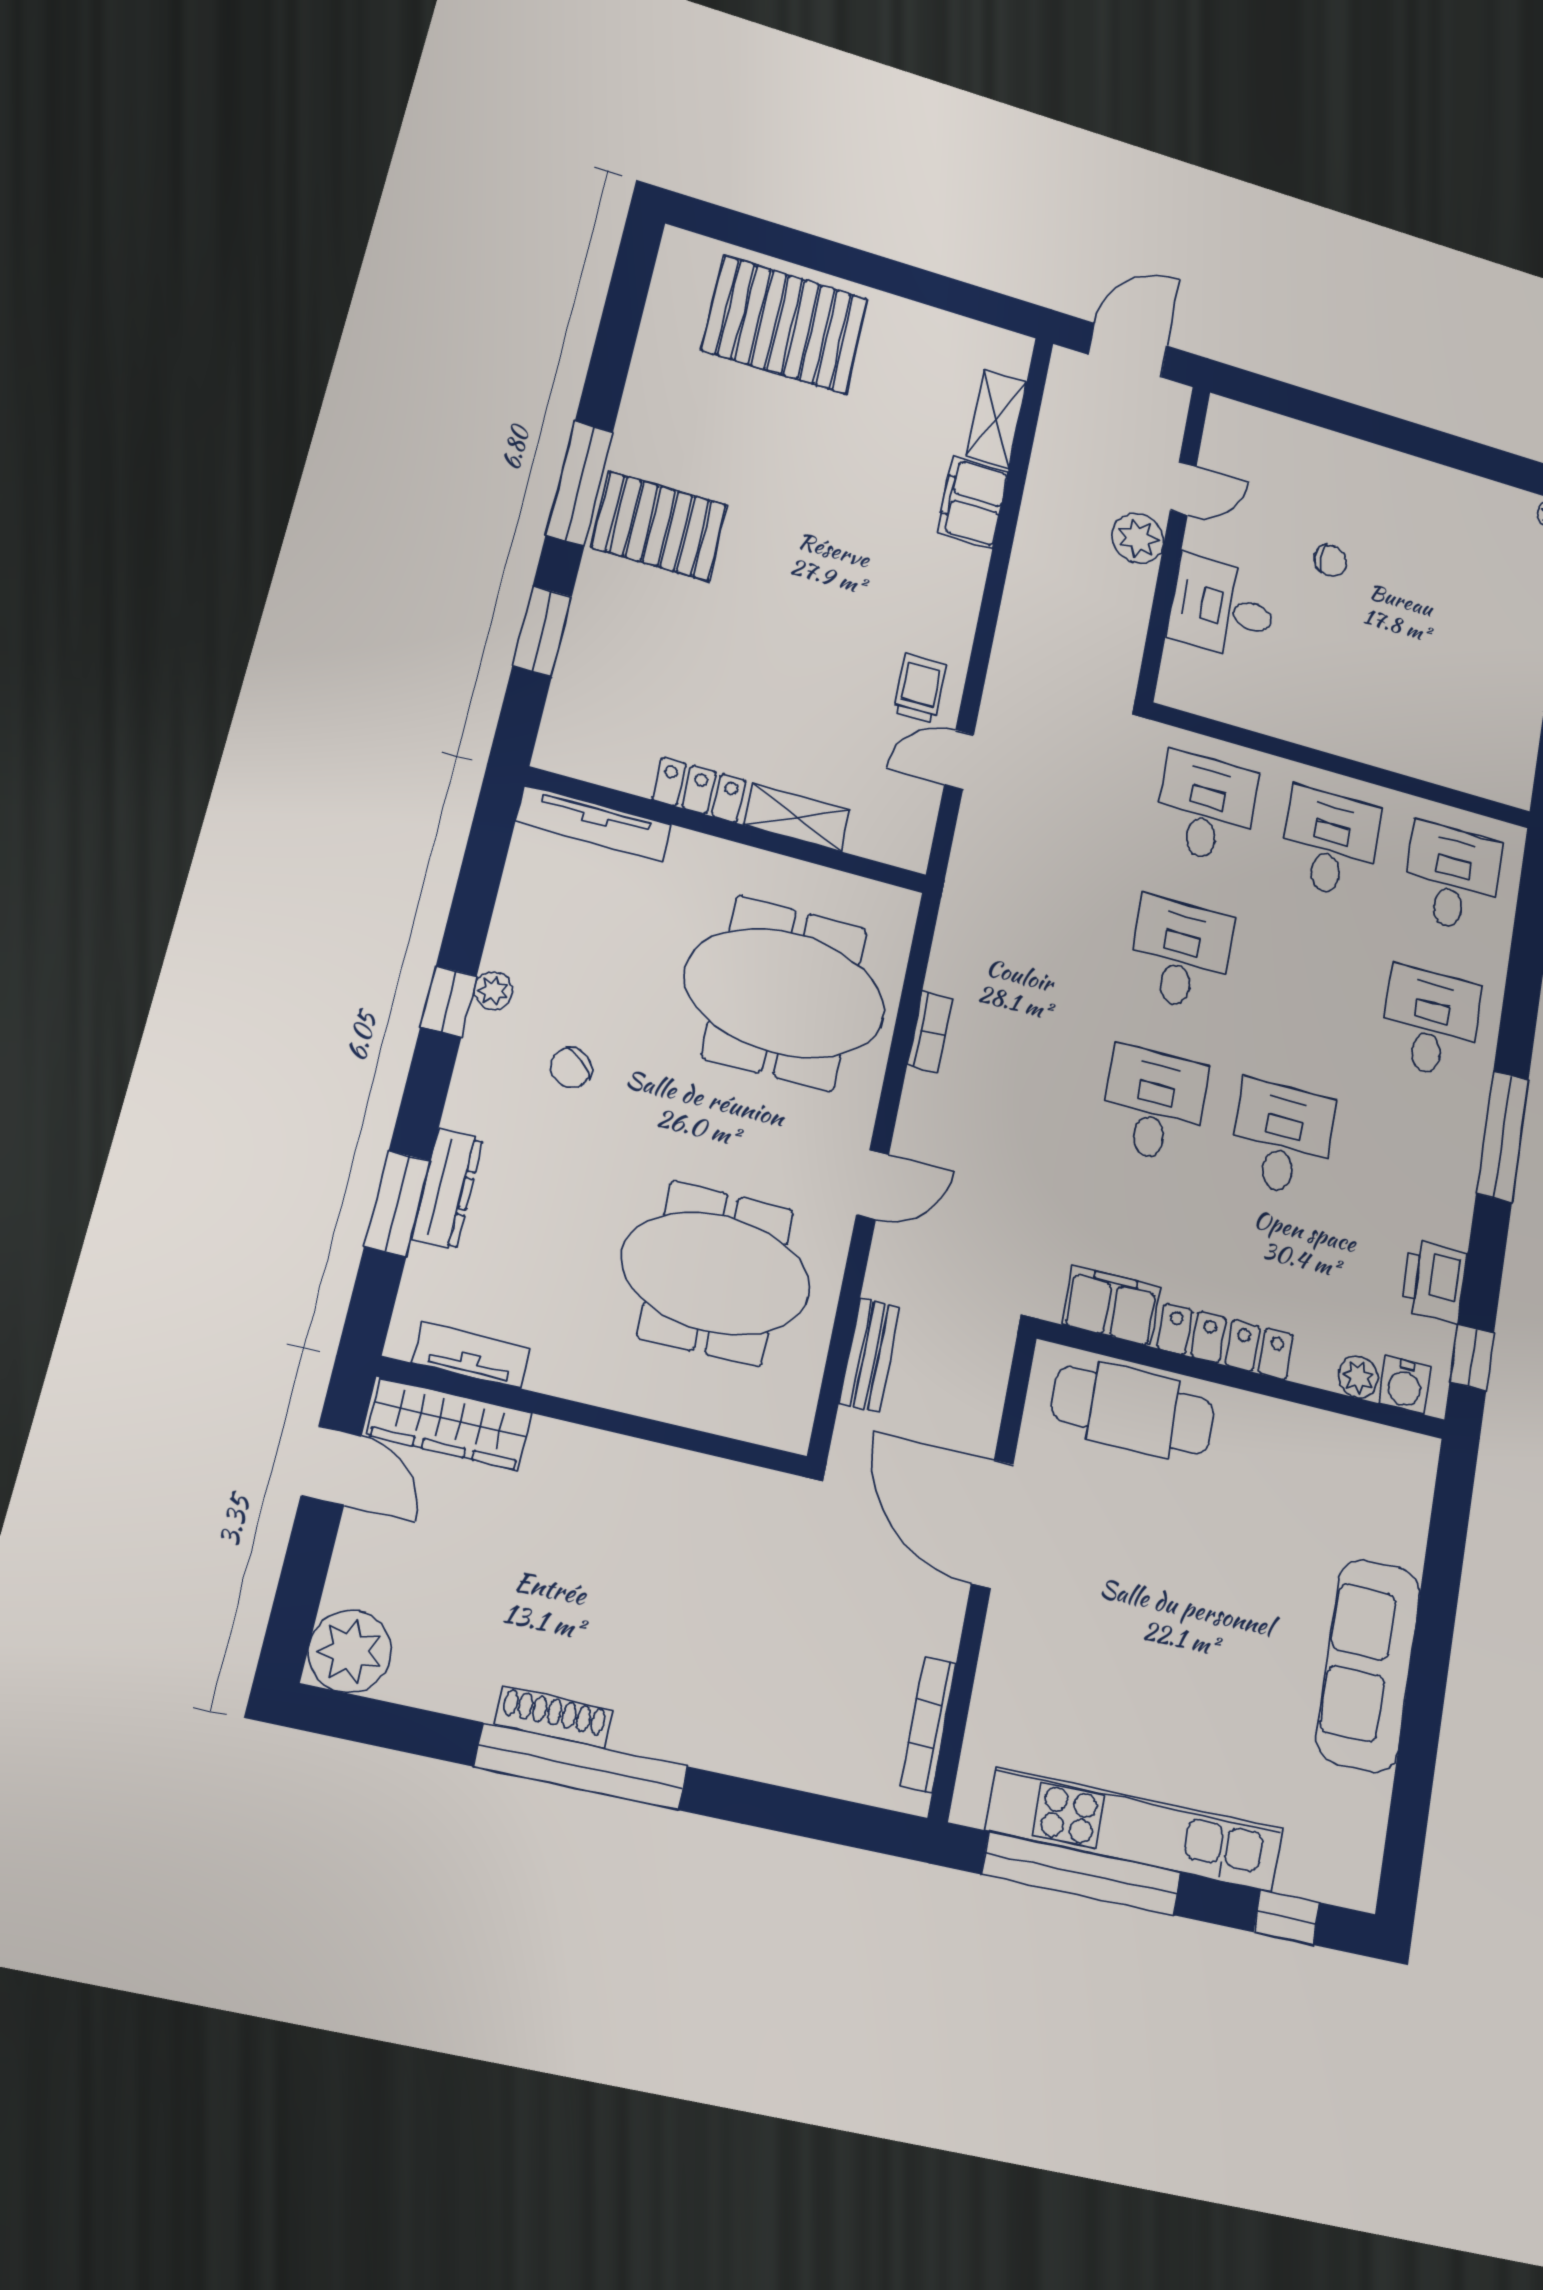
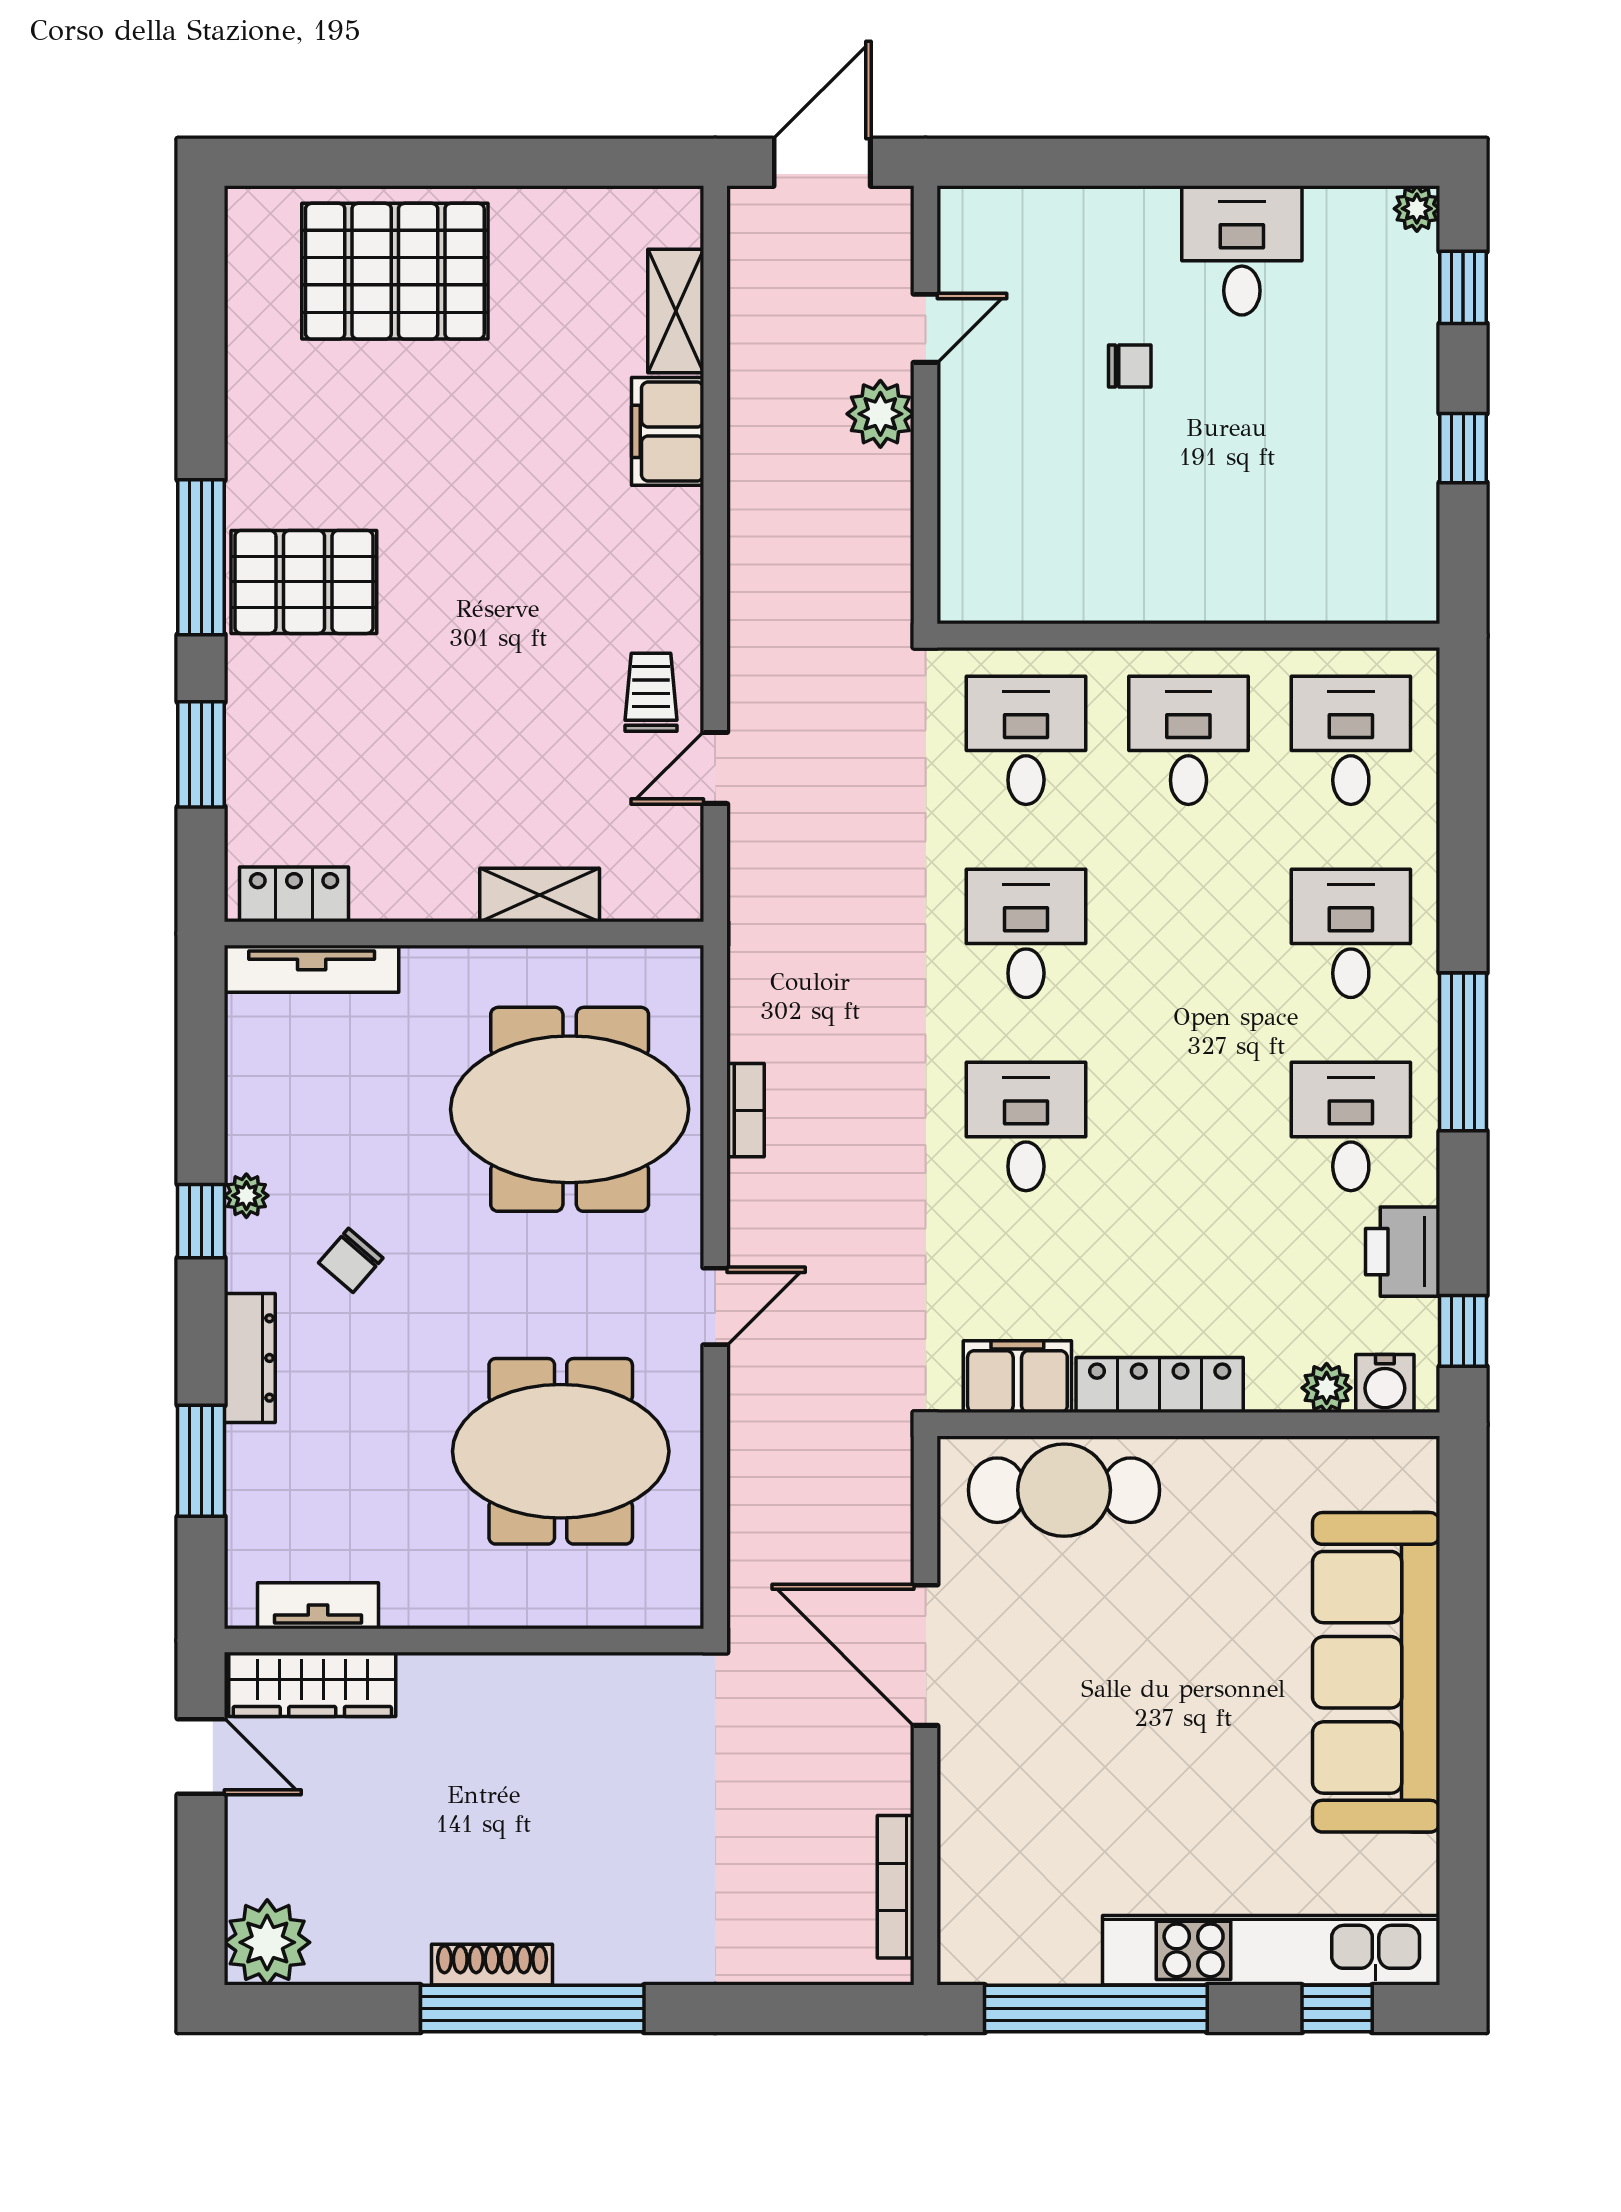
desk: (1222, 608) -> (1242, 250), moved, turned 90
locker: (699, 790) -> (294, 894), moved
desk: (1282, 1139) -> (1351, 1126), moved
dresser: (447, 1189) -> (250, 1358), moved
bench: (869, 1355) -> (750, 1501), removed
sofa: (1368, 1665) -> (1376, 1672), width x1.36, depth x1.27
kitchen unit: (1135, 1830) -> (1271, 1950), moved

